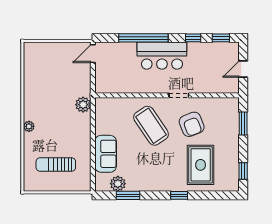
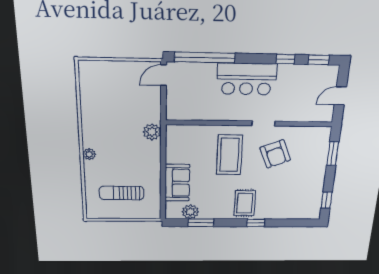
window: (143, 38) -> (205, 57), moved
coffee table: (151, 126) -> (229, 155), turned 34
rug: (201, 165) -> (245, 203), moved, width x0.73, depth x0.70

